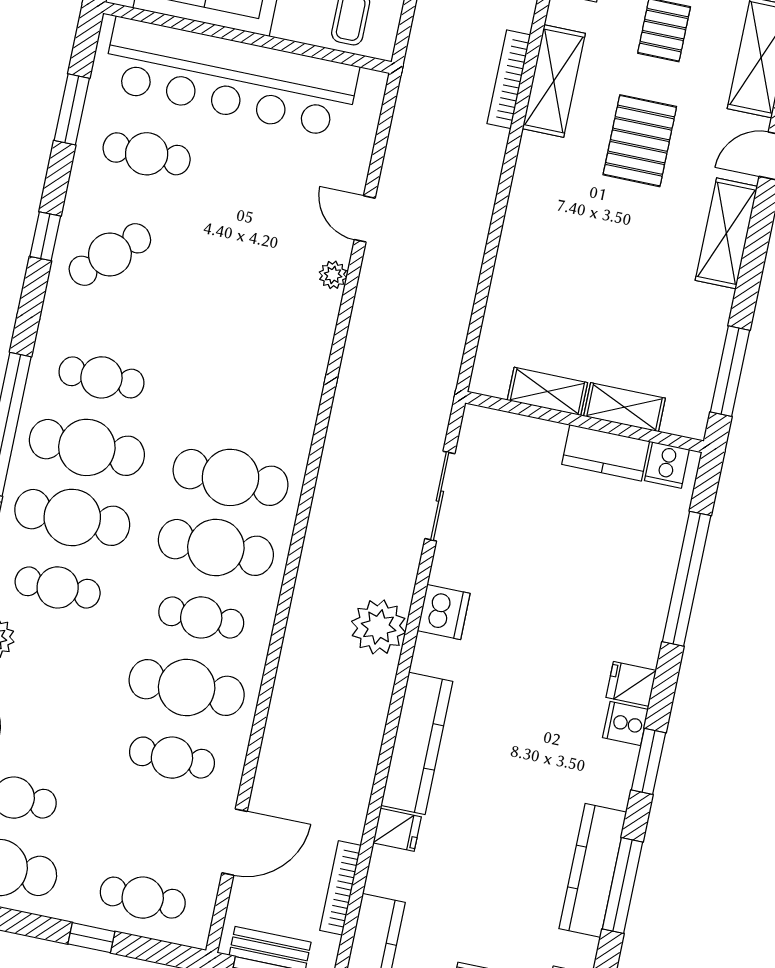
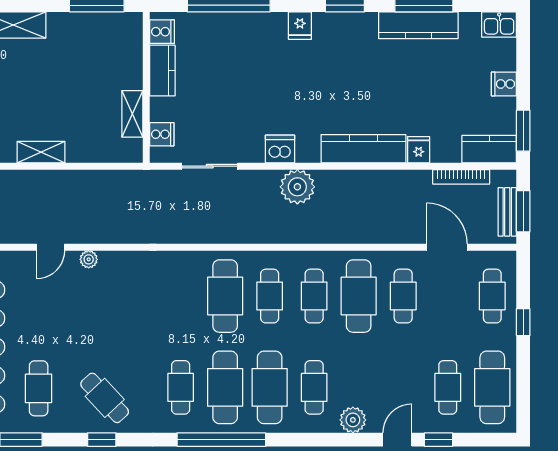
shelving: (624, 407) -> (41, 152), moved, turned 90
cafe table: (216, 547) -> (270, 296), width x0.73, depth x0.74
cooker: (625, 723) -> (162, 134), moved, turned -90

